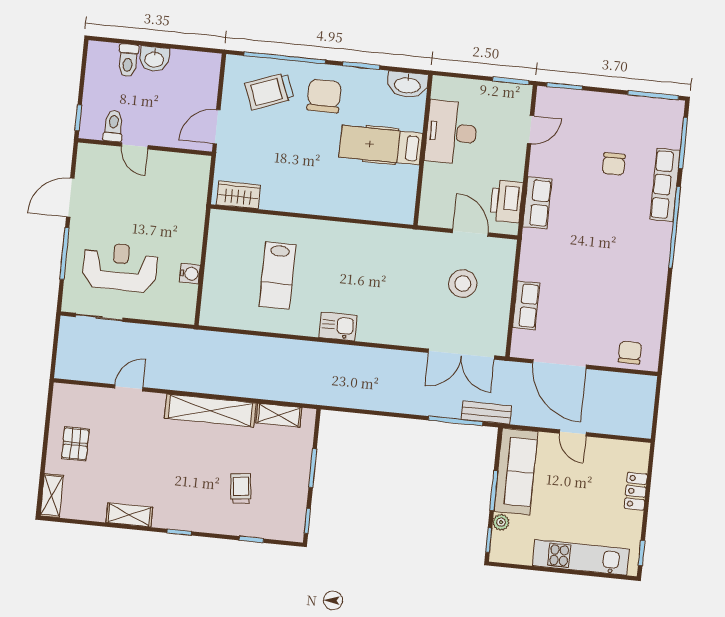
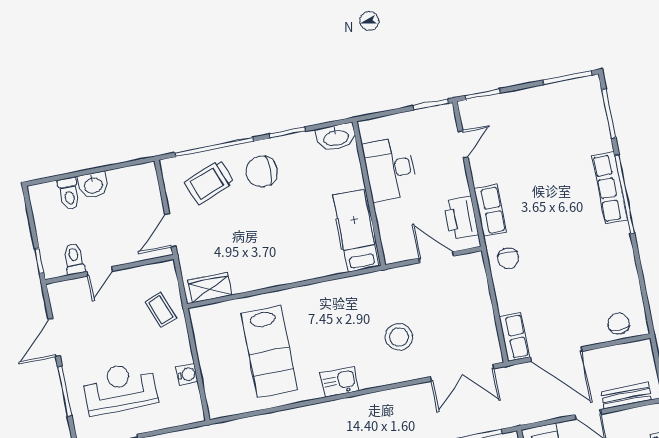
chair: (324, 96) -> (262, 171), turned -90
hospital bed: (381, 145) -> (356, 231), moved, turned 90
door: (135, 146) -> (100, 271), hinge flipped
chair: (614, 164) -> (508, 258), moved
row of seats: (665, 185) -> (610, 188), moved
coffee table: (183, 202) -> (161, 310), added
lab bench: (278, 276) -> (269, 352), width x1.36, depth x1.39
stool: (463, 284) -> (399, 337), moved
row of seats: (526, 305) -> (514, 337), moved
bench: (486, 413) -> (626, 396), moved

